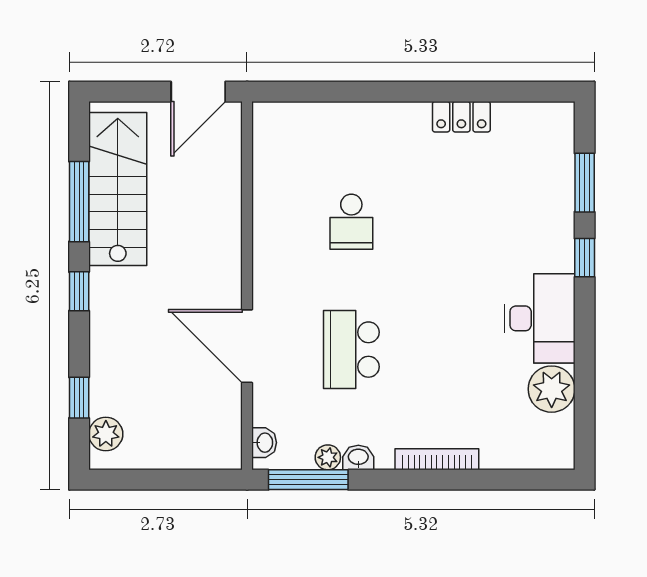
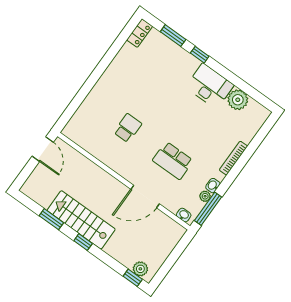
locker: (461, 117) -> (140, 33), moved
stairs: (118, 189) -> (81, 220), moved
window: (79, 202) -> (51, 219), width x0.69
school desk: (351, 222) -> (128, 128), turned -90
window: (79, 398) -> (133, 278), moved

